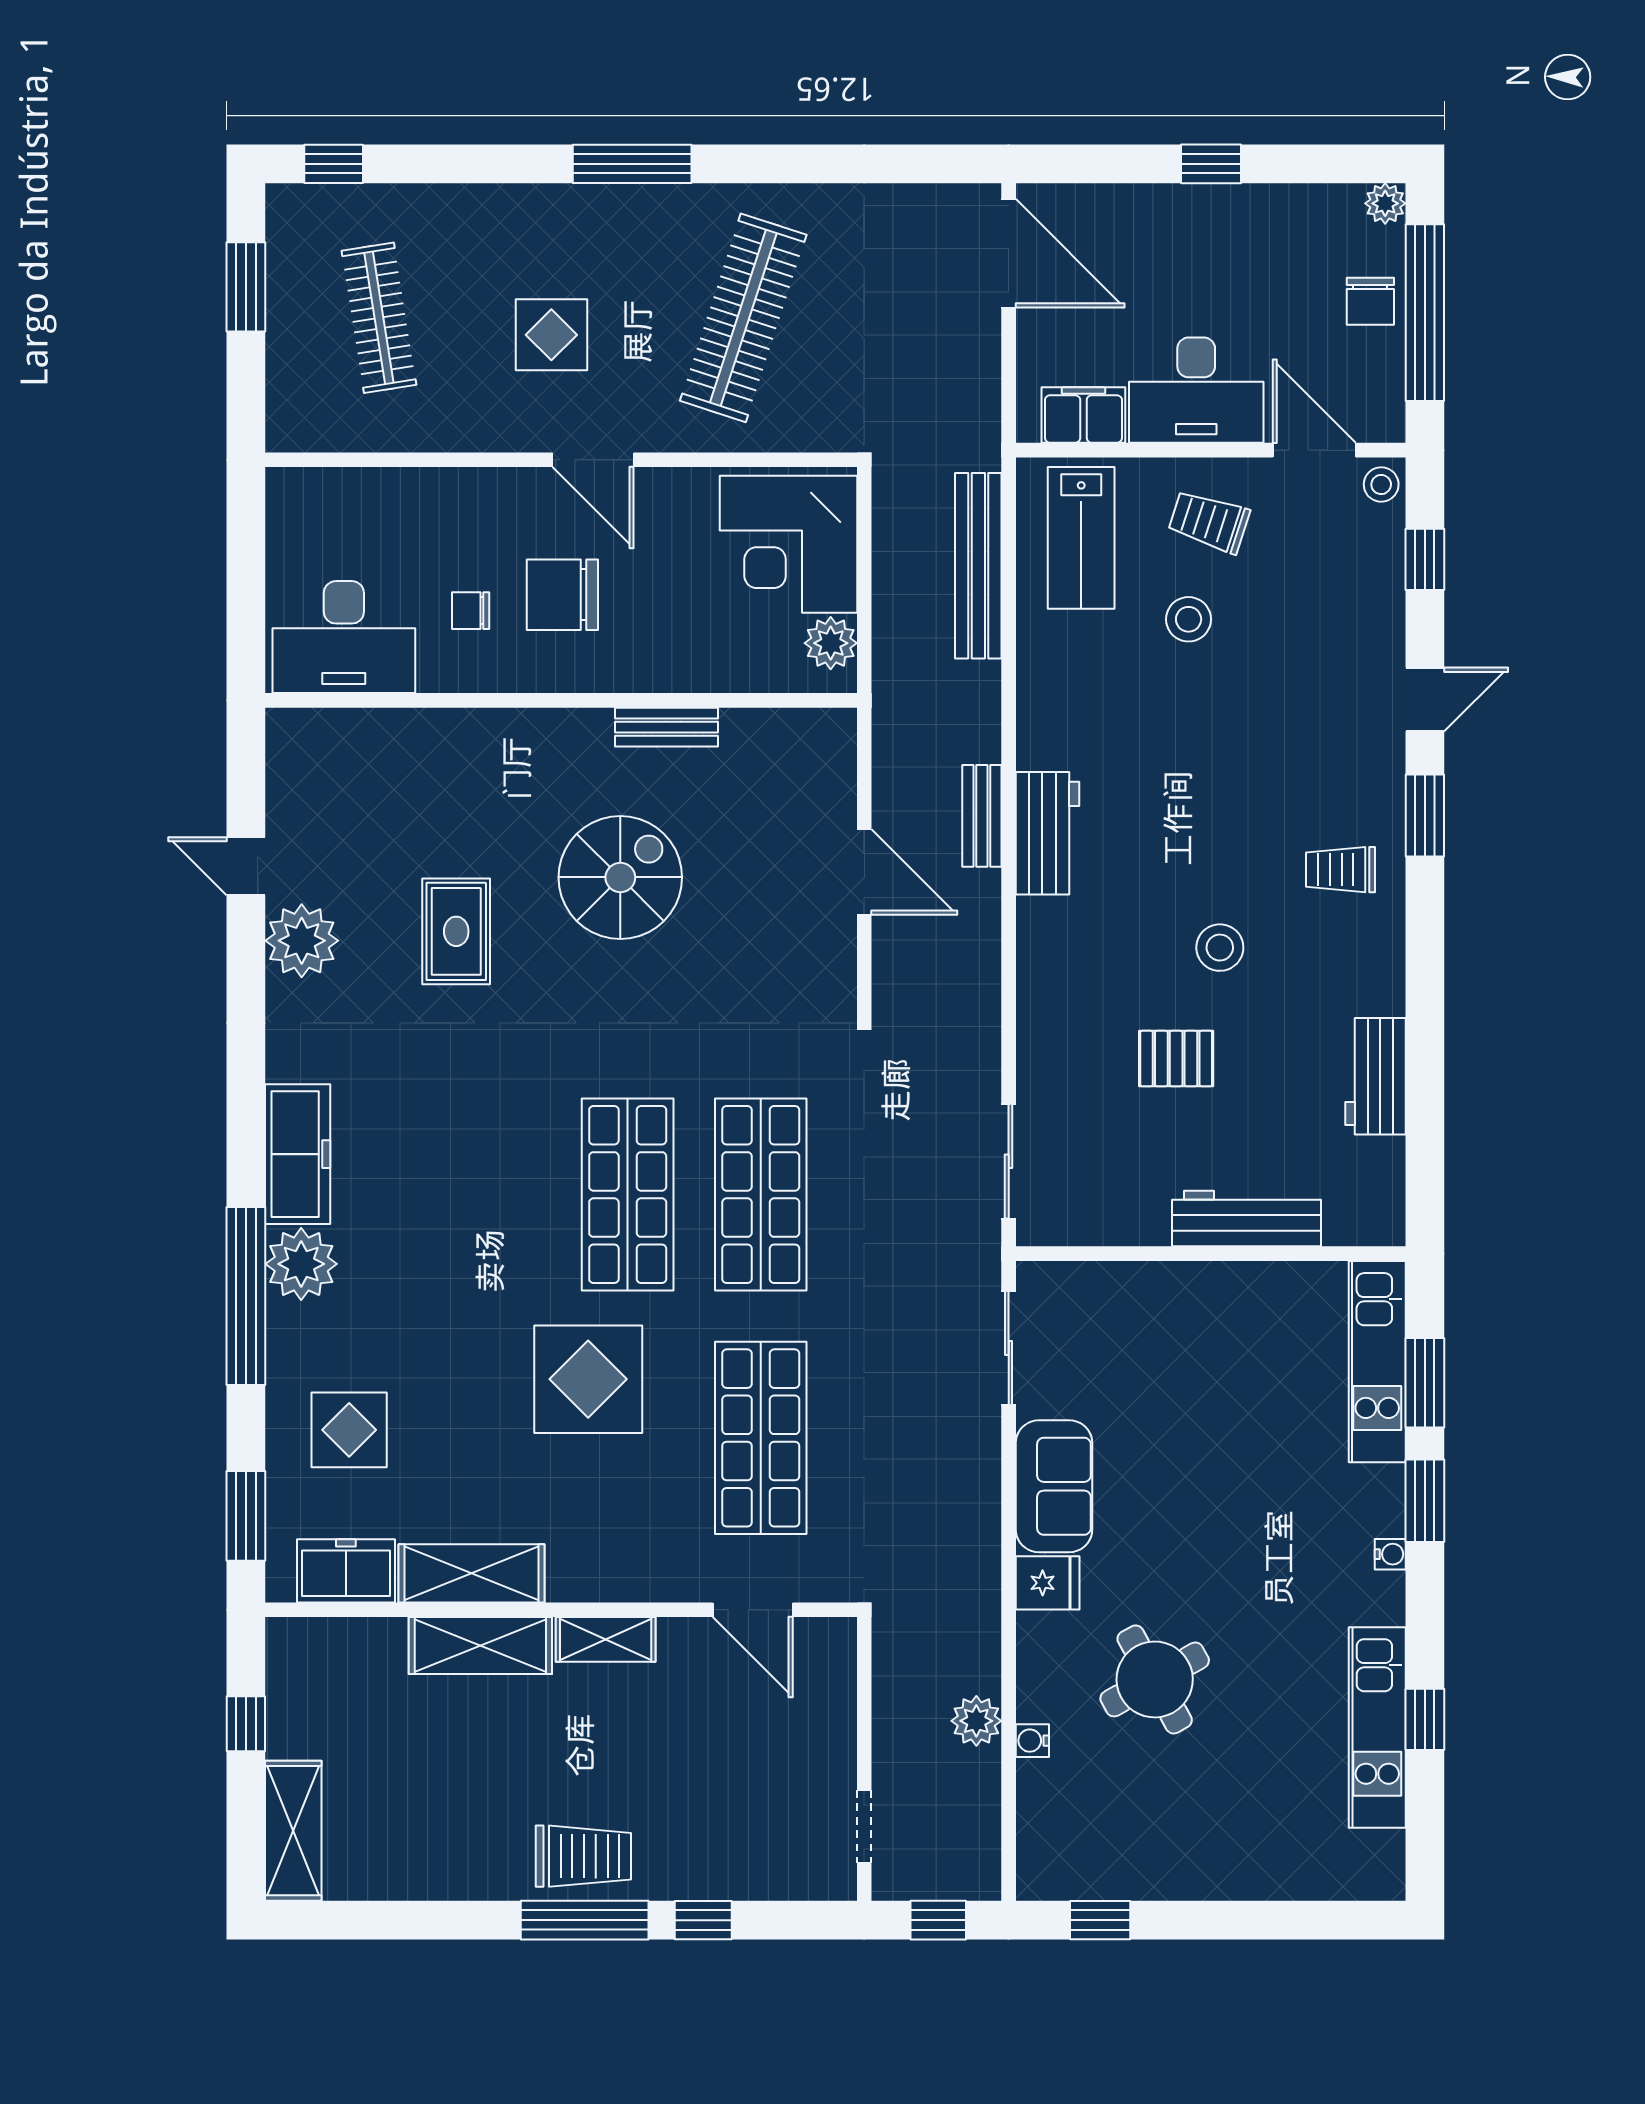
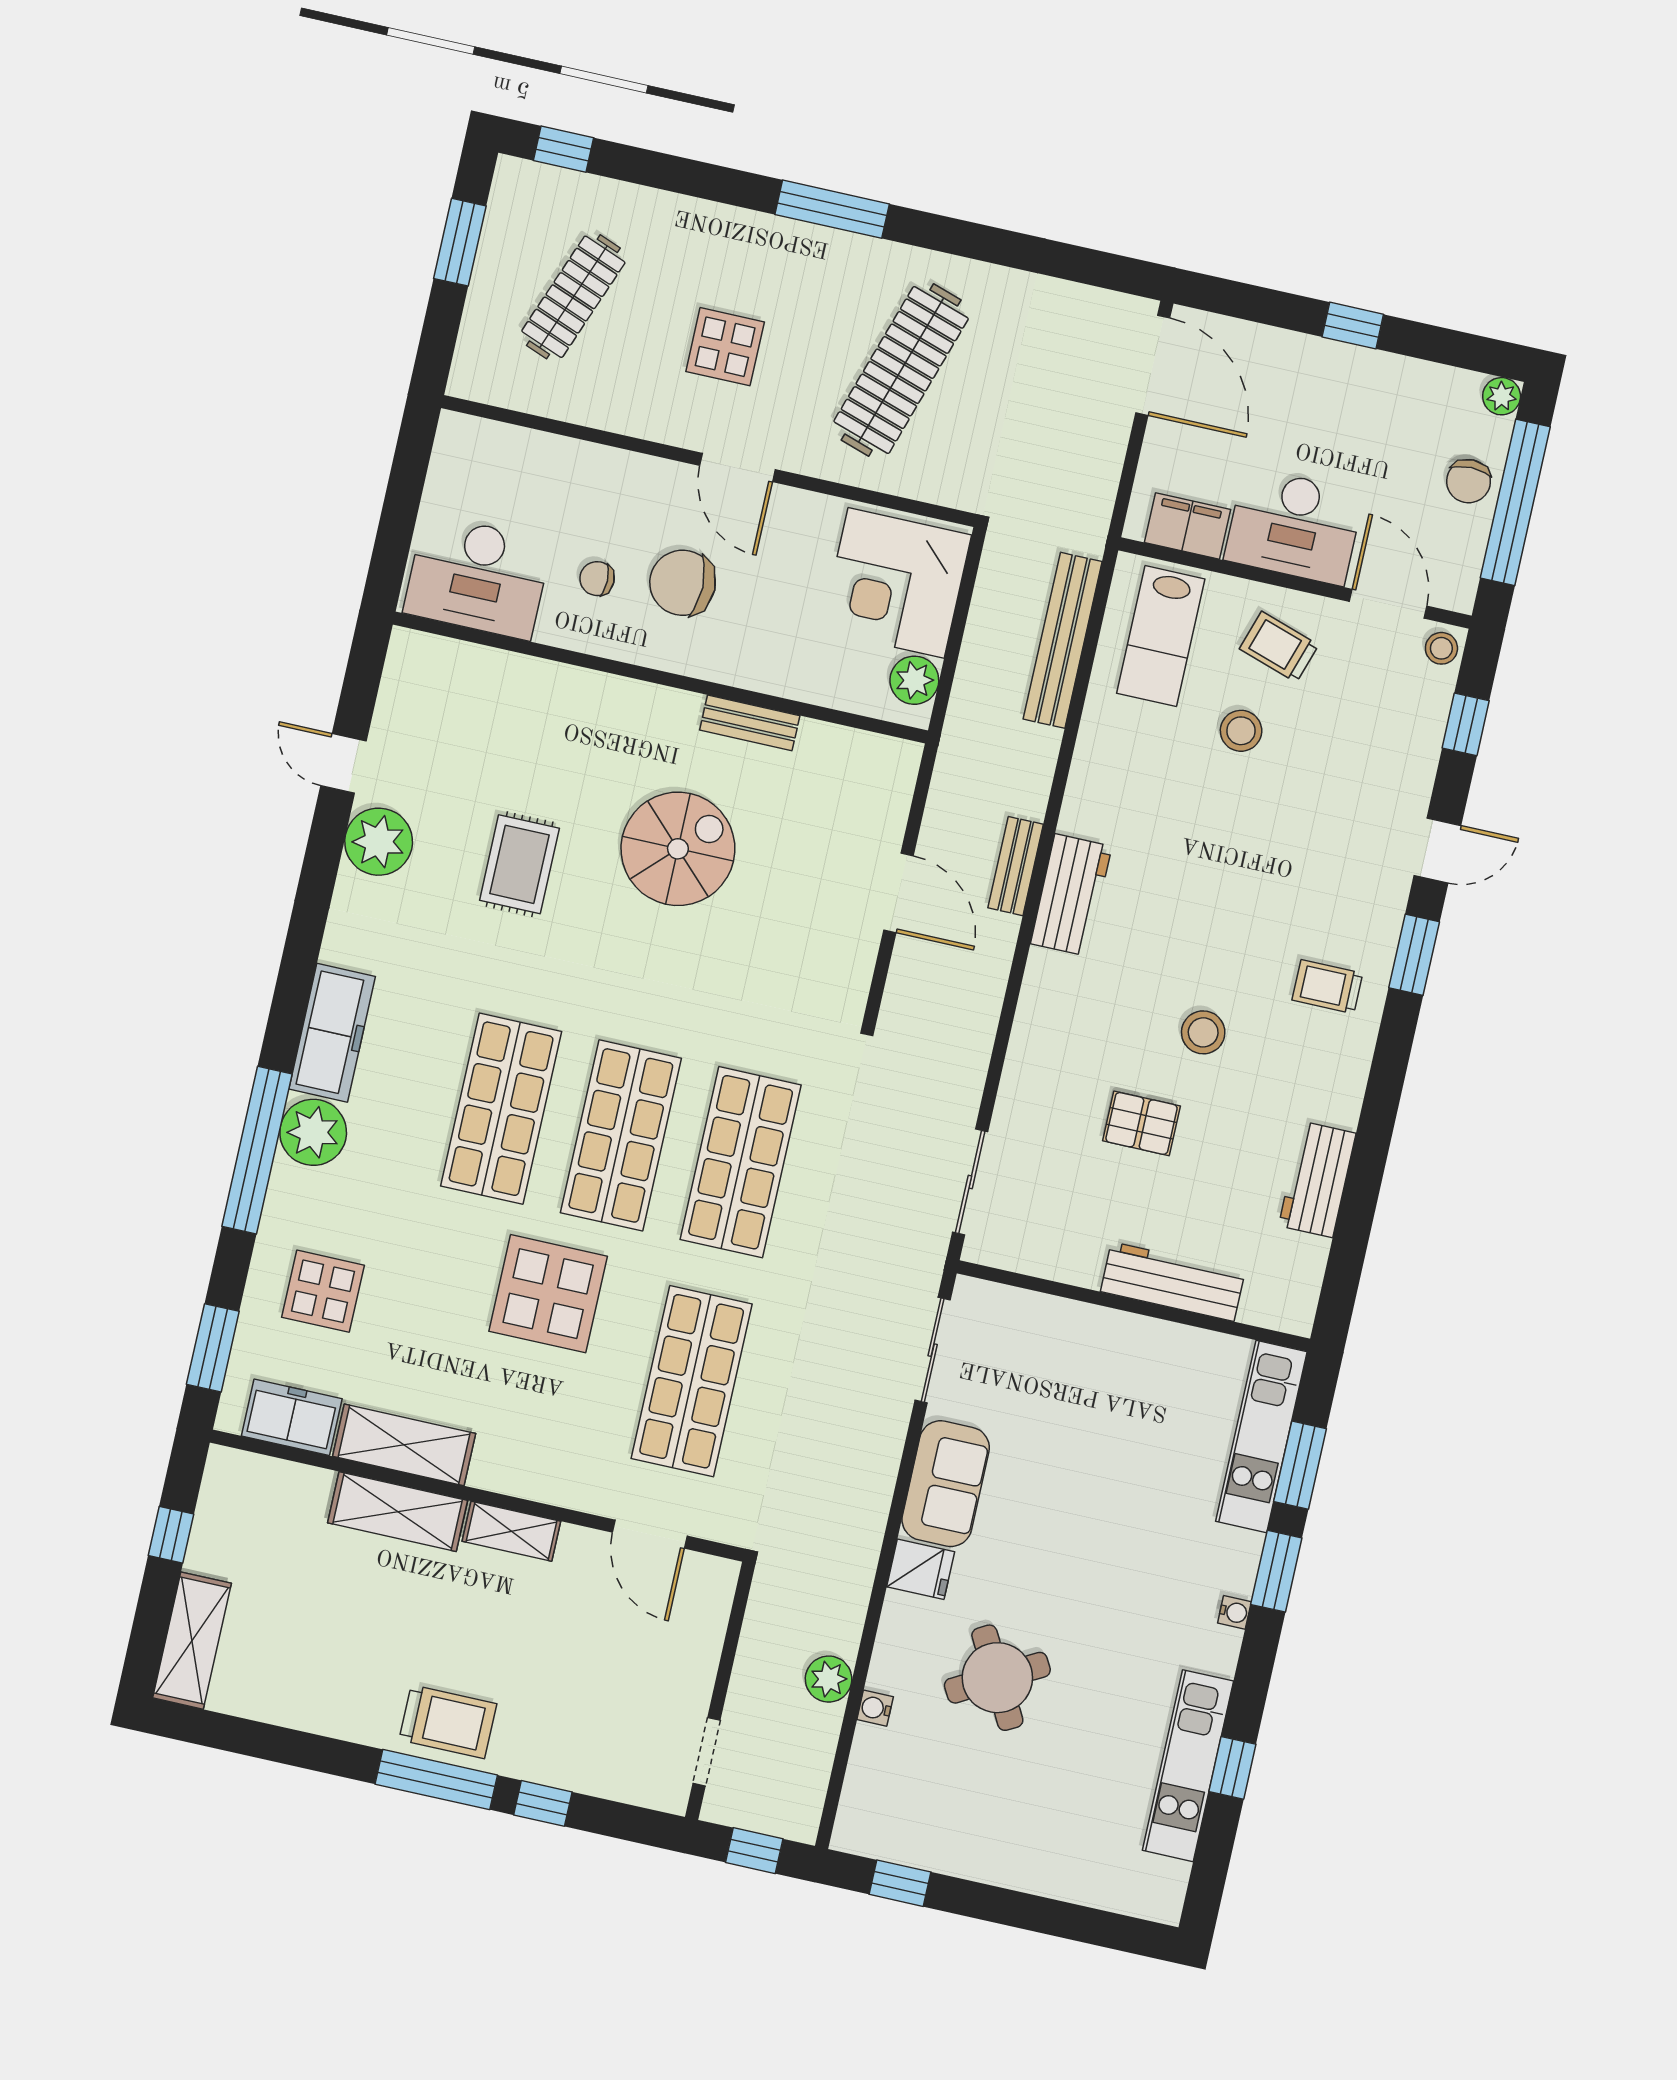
clothes rail: (379, 318) -> (573, 297), turned 30
shop shelf: (495, 1194) -> (501, 1109), added

